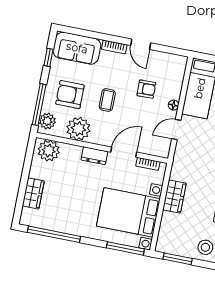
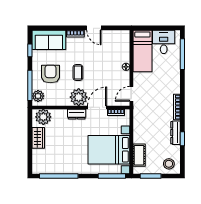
armchair: (146, 89) -> (104, 59), removed
armchair: (70, 95) -> (50, 74), turned 90
plant: (78, 129) -> (79, 97), moved
door: (176, 130) -> (131, 94), moved
wardrobe: (33, 193) -> (38, 138), moved
wardrobe: (174, 196) -> (140, 132), removed
cot: (168, 228) -> (139, 155), added

